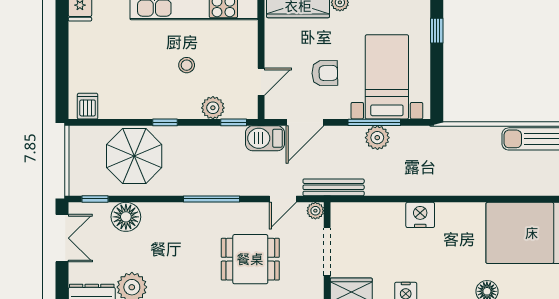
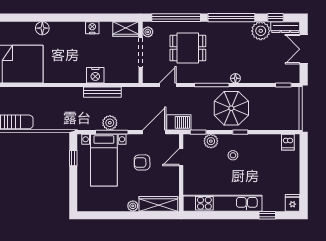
window: (437, 31) -> (73, 158), moved
stool: (187, 65) -> (233, 155), moved
parasol: (134, 156) -> (231, 108), moved
bench: (334, 187) -> (102, 92), moved
plant: (315, 211) -> (148, 32), moved
nightstand: (420, 215) -> (95, 75), moved
floor lamp: (126, 217) -> (235, 78), moved, width x0.53, depth x0.53
double door: (62, 238) -> (304, 49), moved

